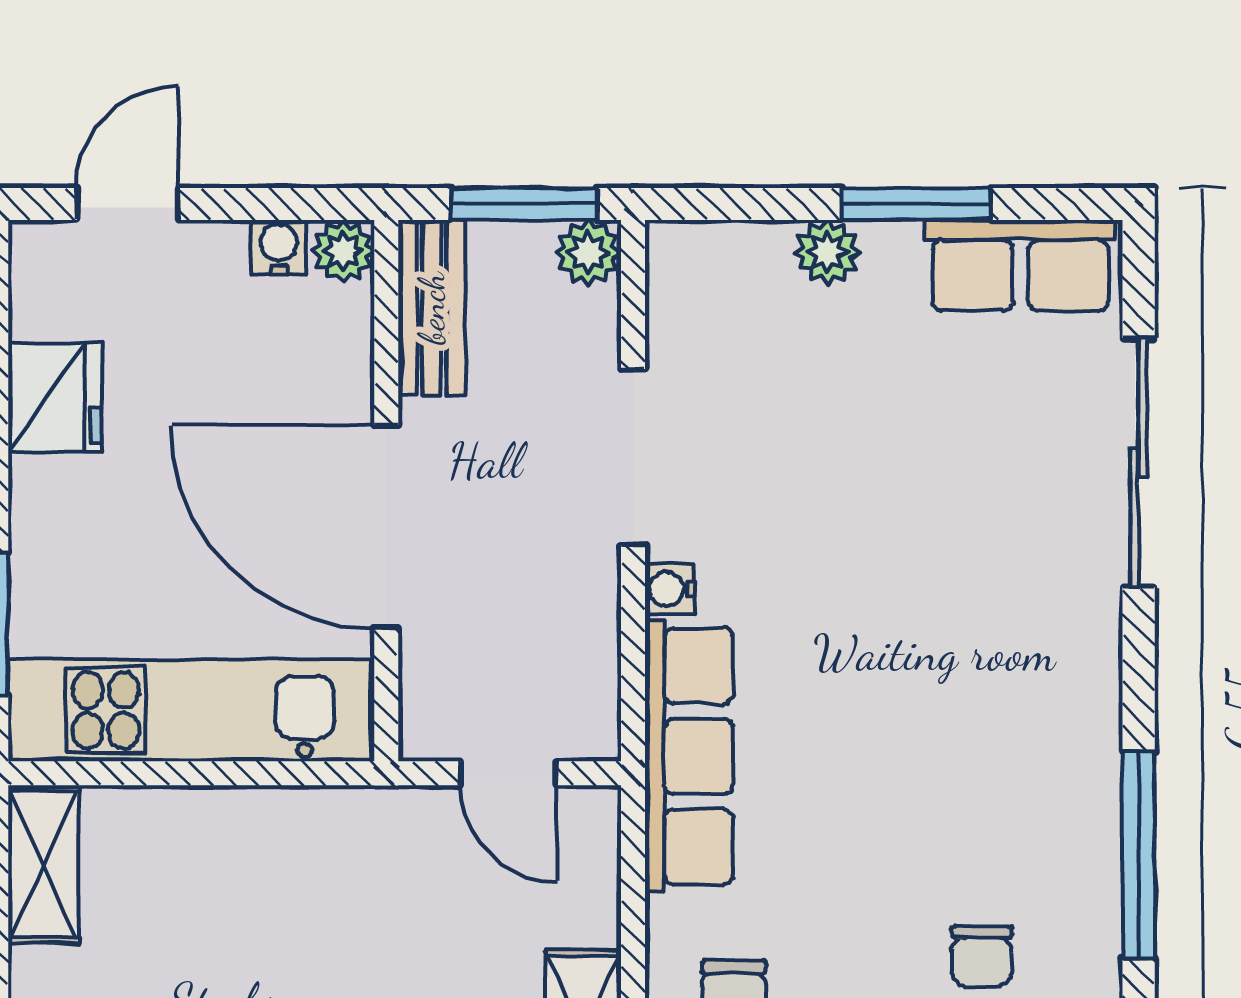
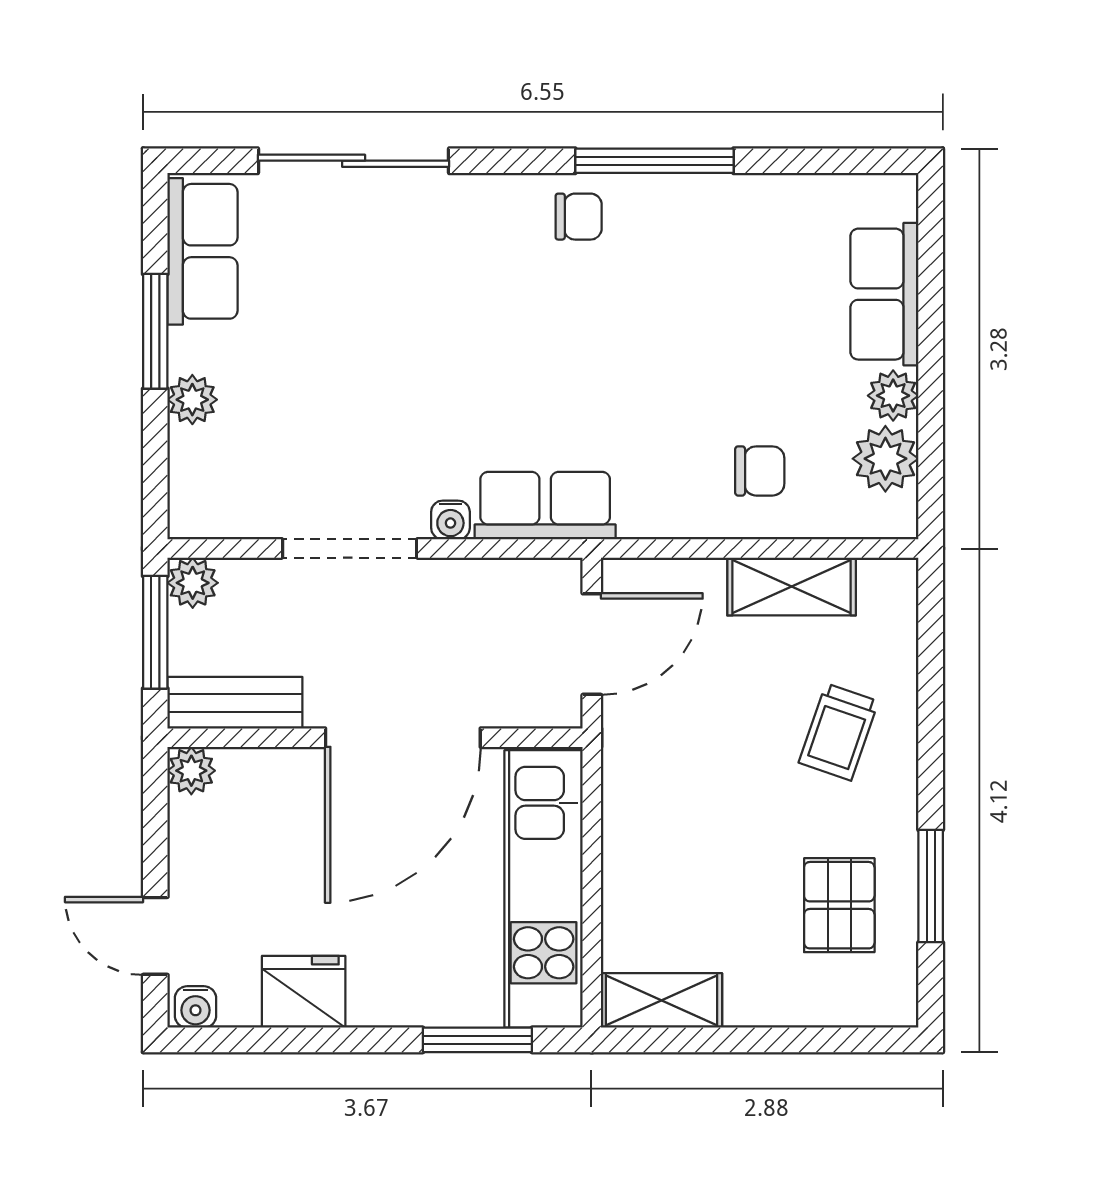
water cooler: (279, 247) -> (196, 1007), moved, turned -90
row of seats: (689, 756) -> (545, 506), width x0.68
door: (508, 773) -> (592, 644), width x1.38
chair: (982, 956) -> (579, 217), moved

